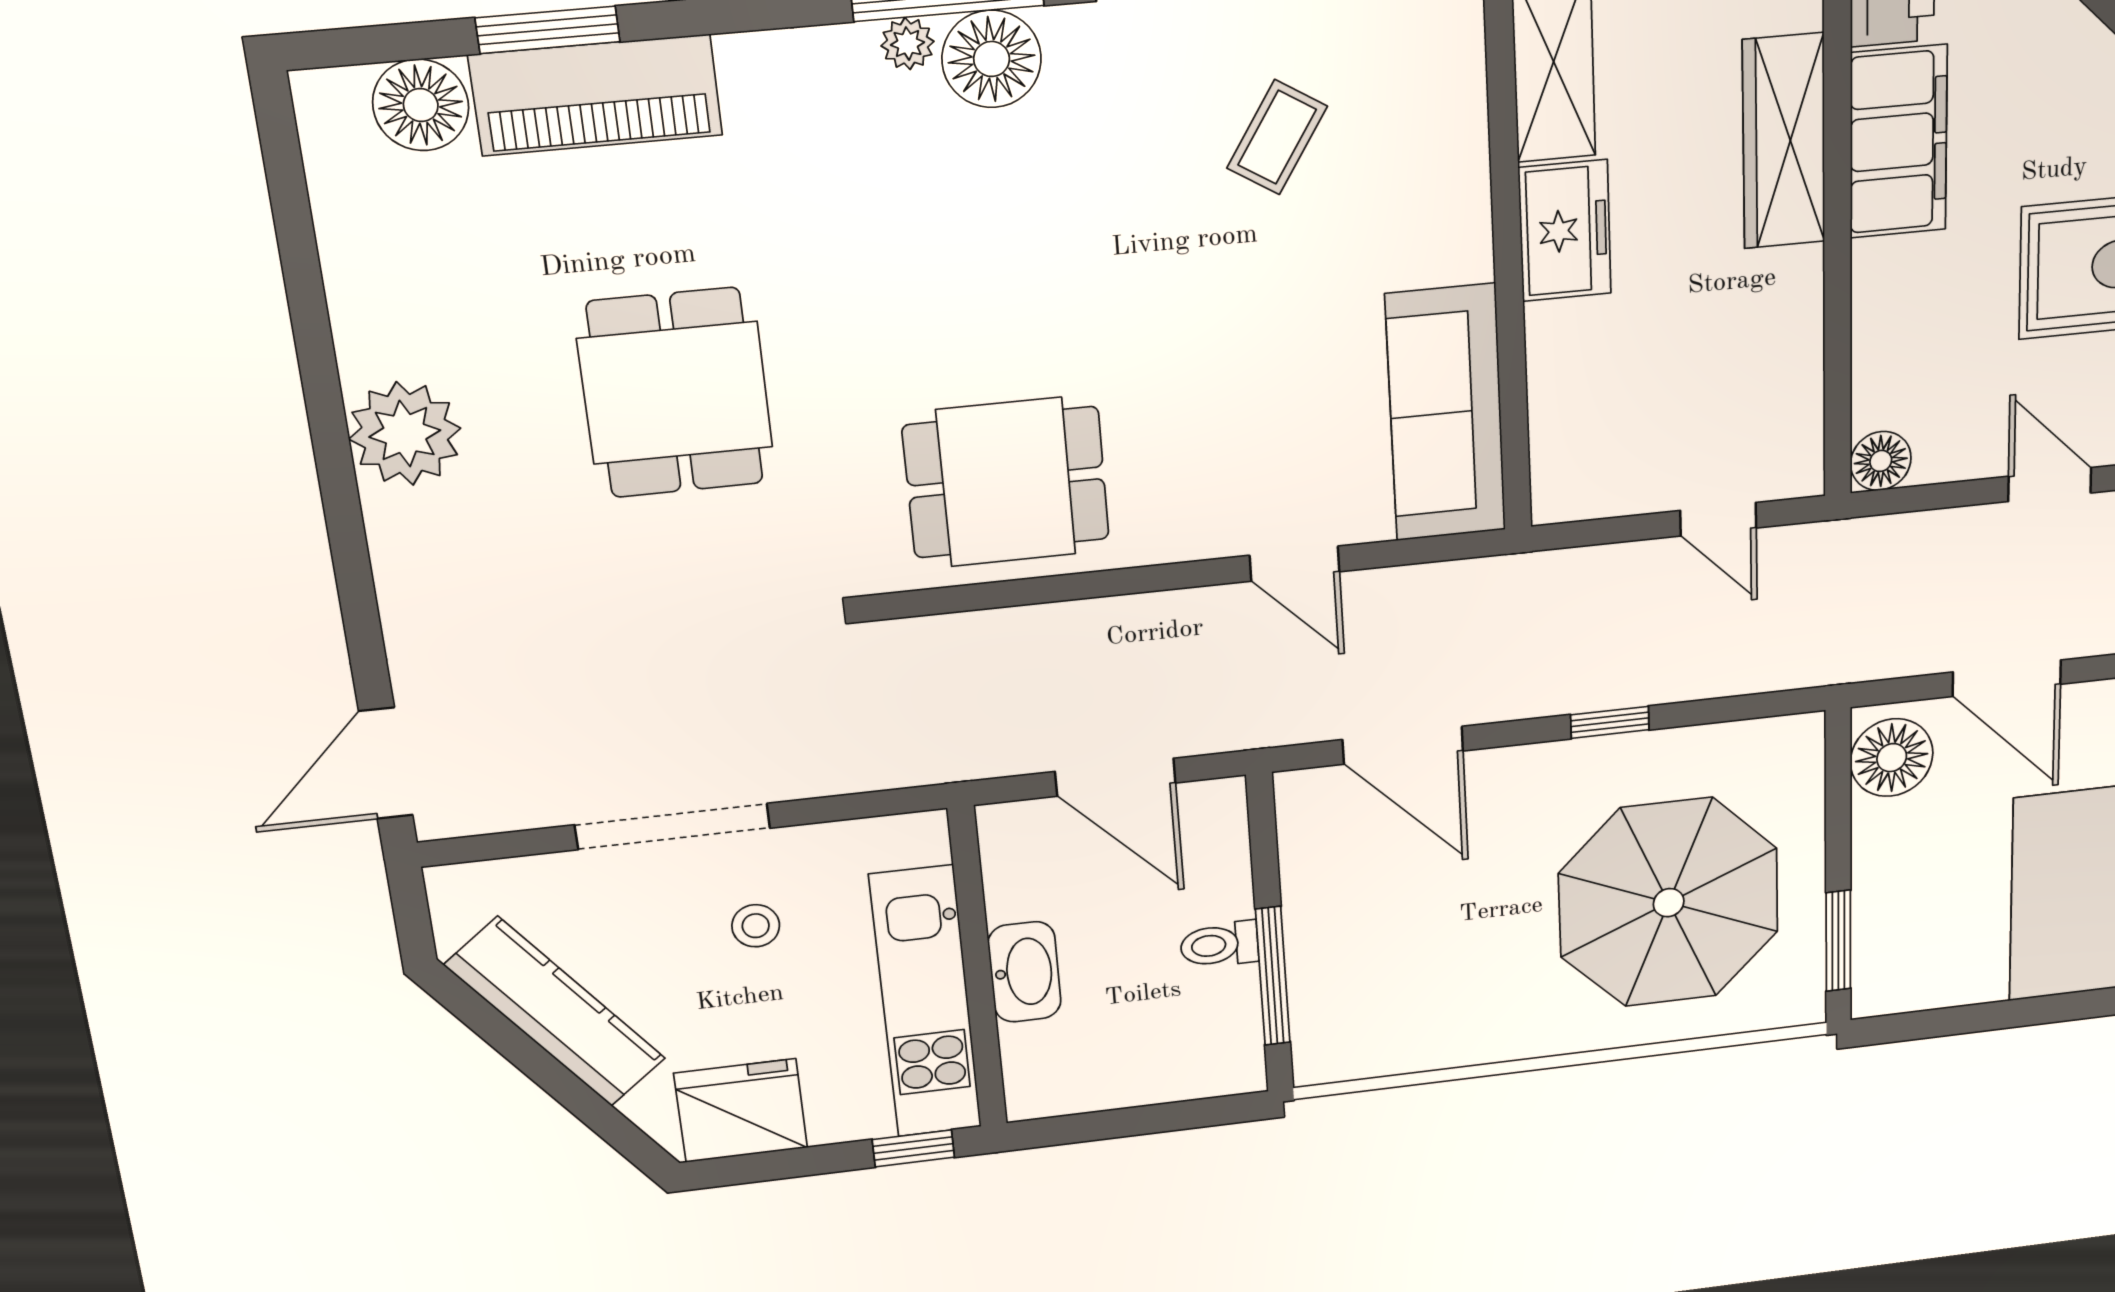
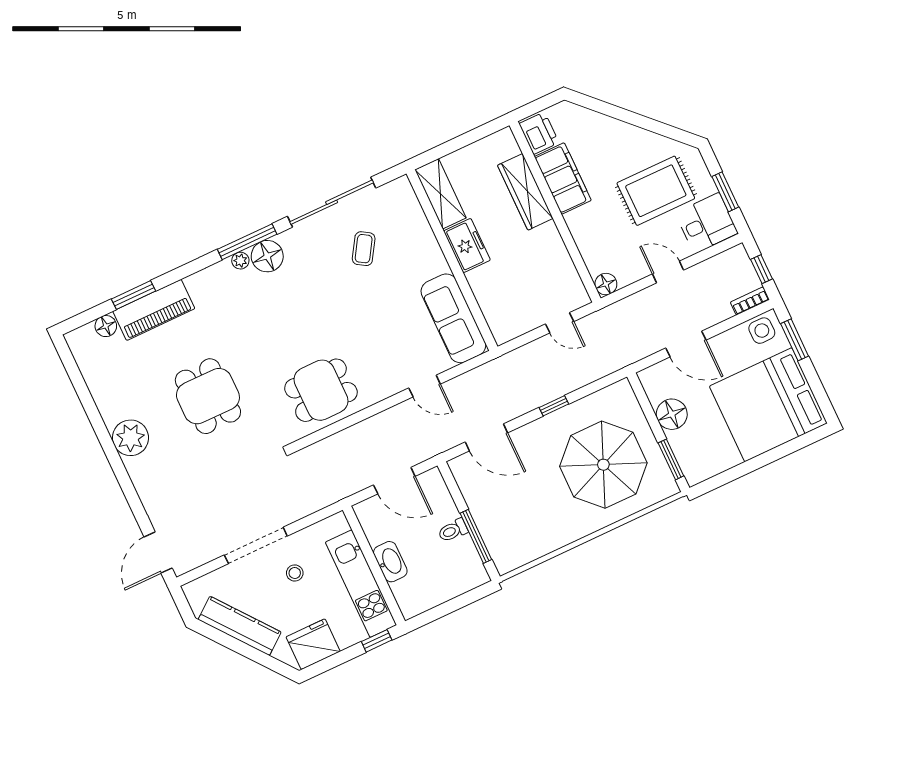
floor lamp: (421, 105) -> (106, 326), width x0.73, depth x0.73
floor lamp: (1892, 758) -> (672, 414), moved

